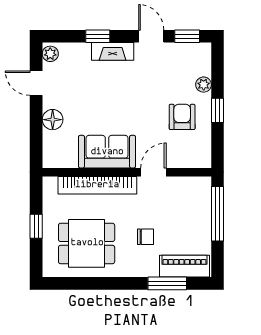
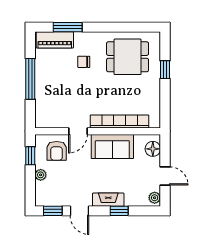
sofa: (107, 152) -> (112, 146), moved
wall: (127, 172) -> (98, 131), moved
door: (153, 172) -> (78, 131), moved
bookcase: (97, 185) -> (120, 122), moved

